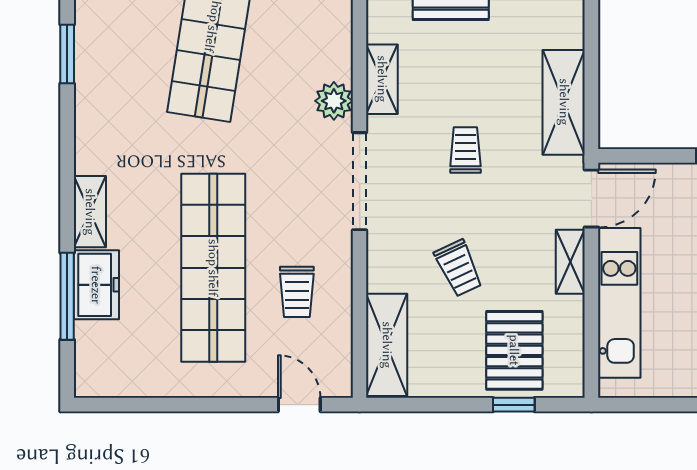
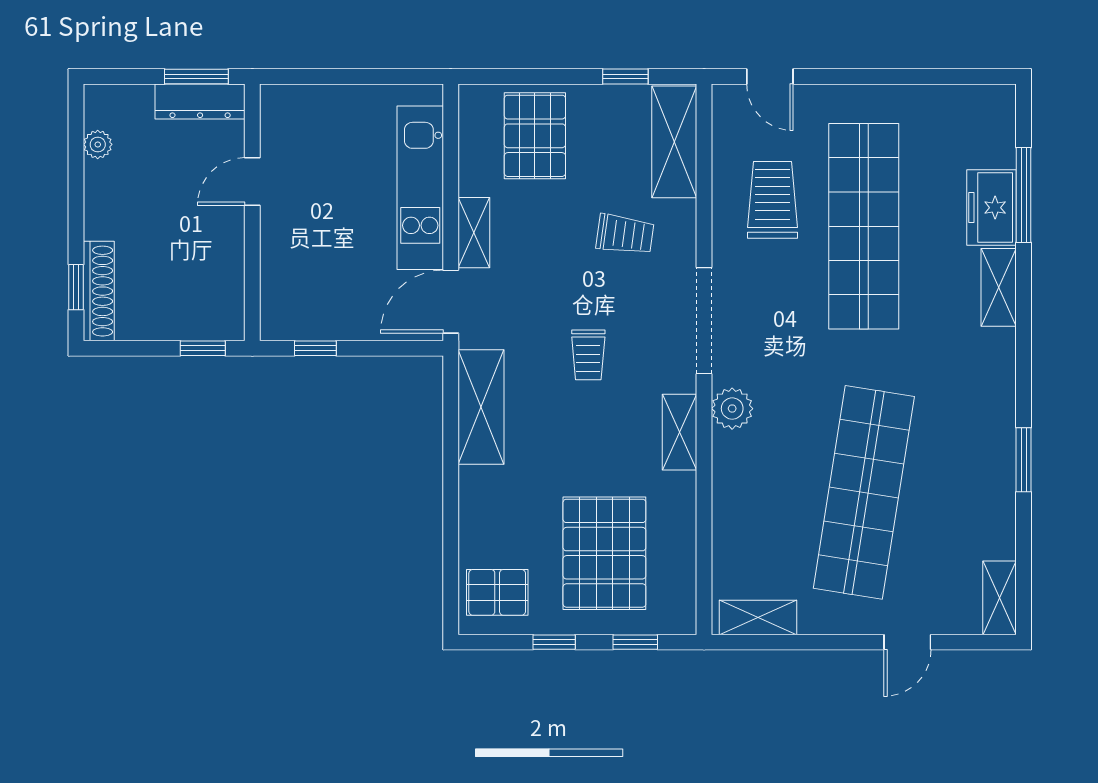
trolley: (458, 268) -> (625, 234), moved, turned 123
trolley: (297, 292) -> (773, 200), width x1.36, depth x1.39
window: (514, 405) -> (625, 77), moved

